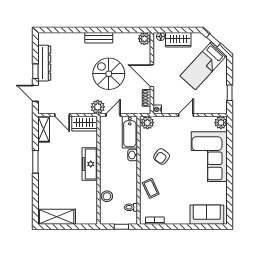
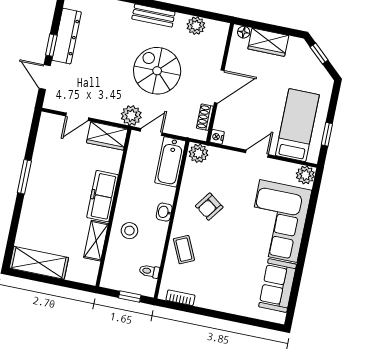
plant: (144, 39) -> (196, 26), moved
bed: (203, 66) -> (297, 125), moved, turned 138
door: (152, 76) -> (219, 87), swing flipped
door: (62, 115) -> (77, 117), hinge flipped
shelving: (44, 129) -> (96, 241), moved
washbasin: (133, 155) -> (164, 212), moved
stool: (107, 196) -> (129, 231), moved
sofa: (207, 215) -> (278, 286), moved, turned -90

